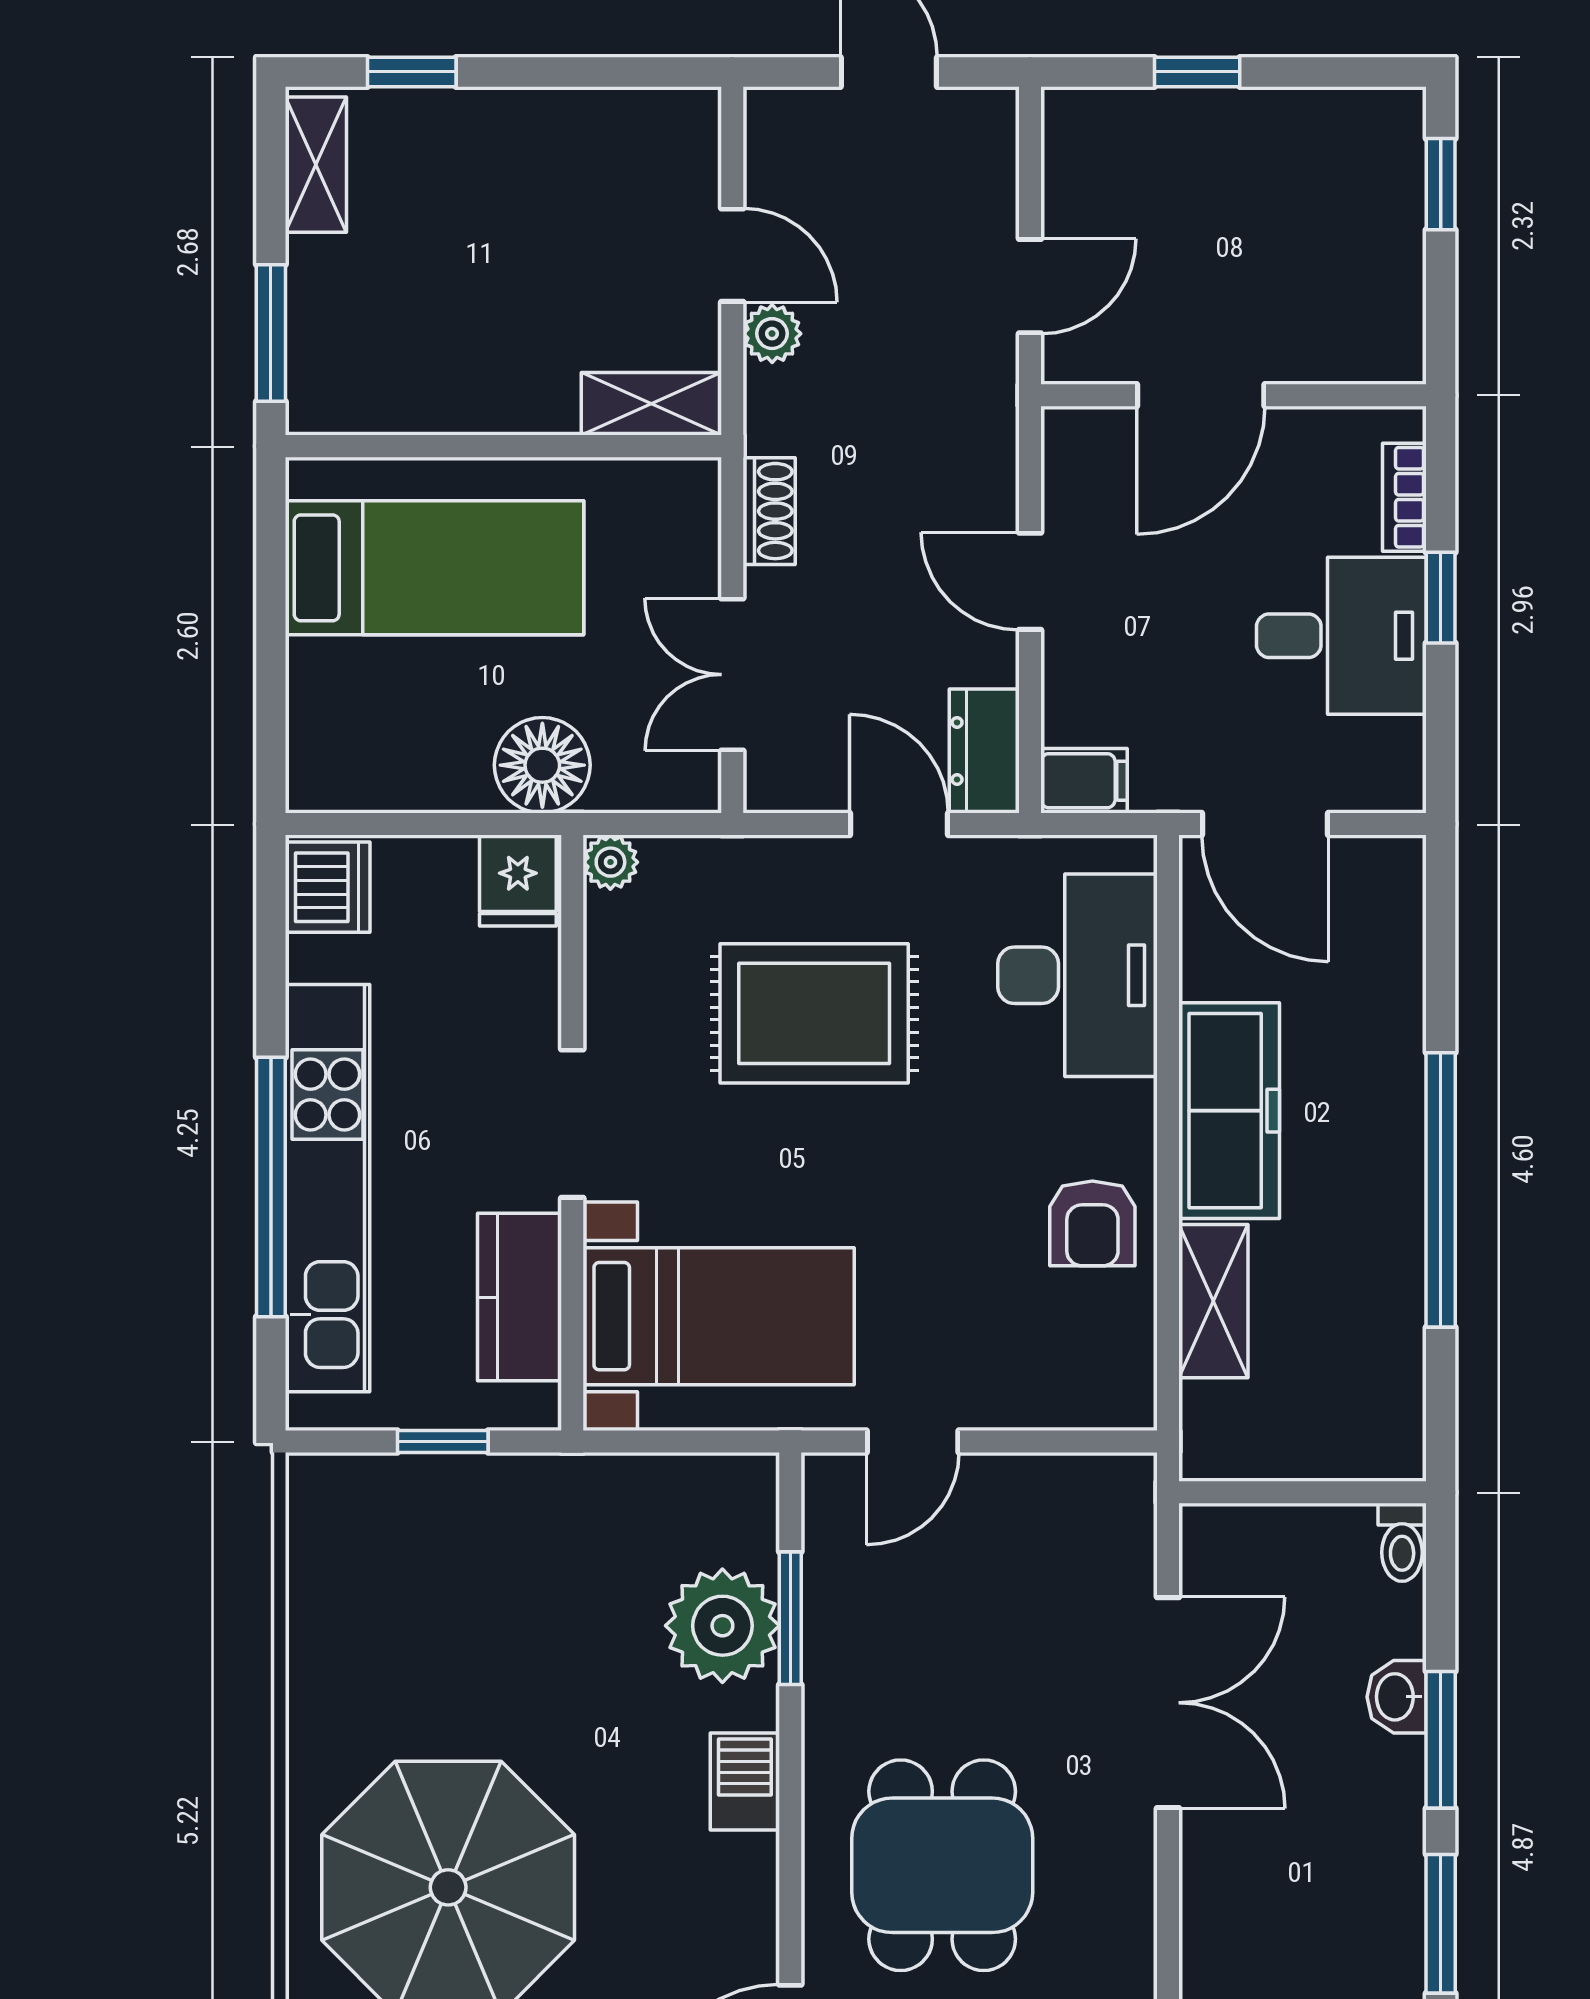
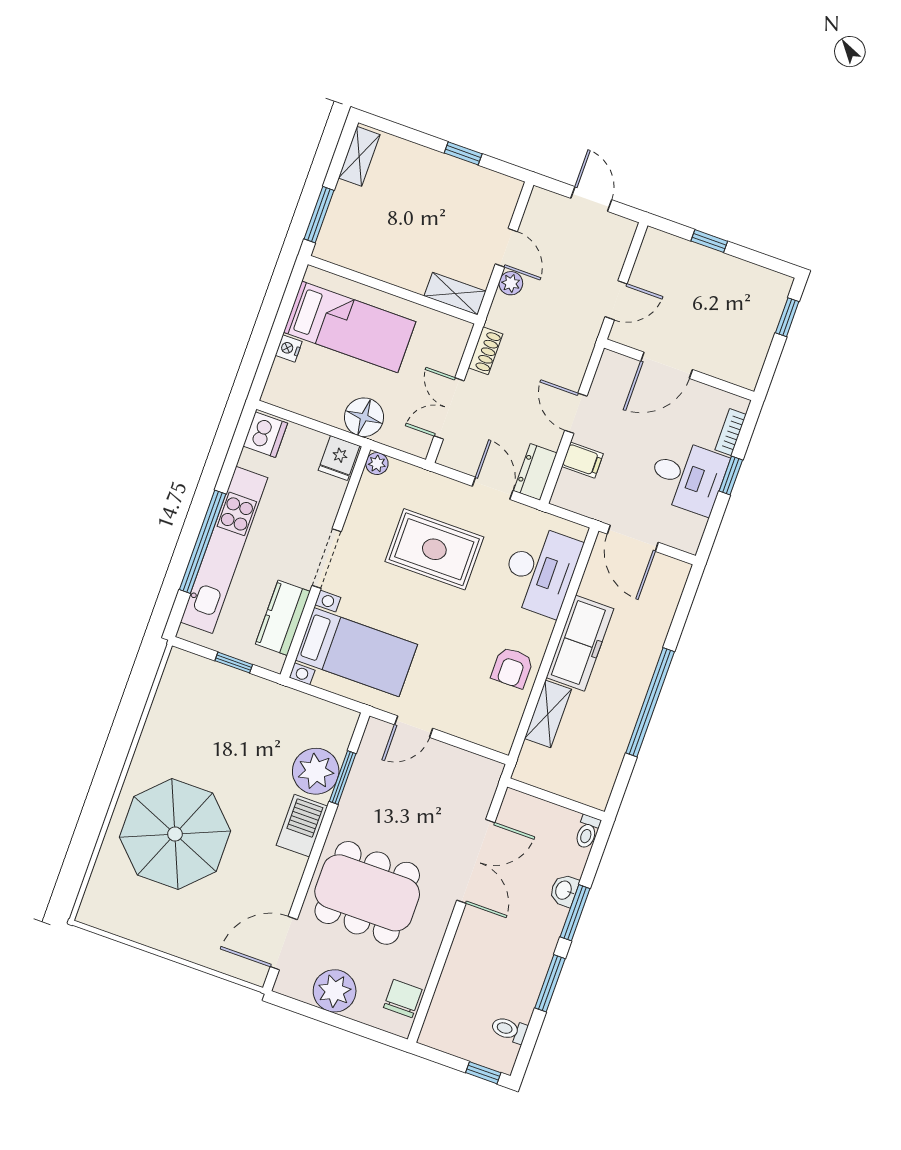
window: (412, 72) -> (463, 153), moved
nightstand: (311, 668) -> (289, 348), added
filing cabinet: (1084, 781) -> (582, 460), moved
barbecue: (745, 1782) -> (302, 826), width x1.38, depth x1.27
dining table: (942, 1865) -> (367, 893), width x1.38

